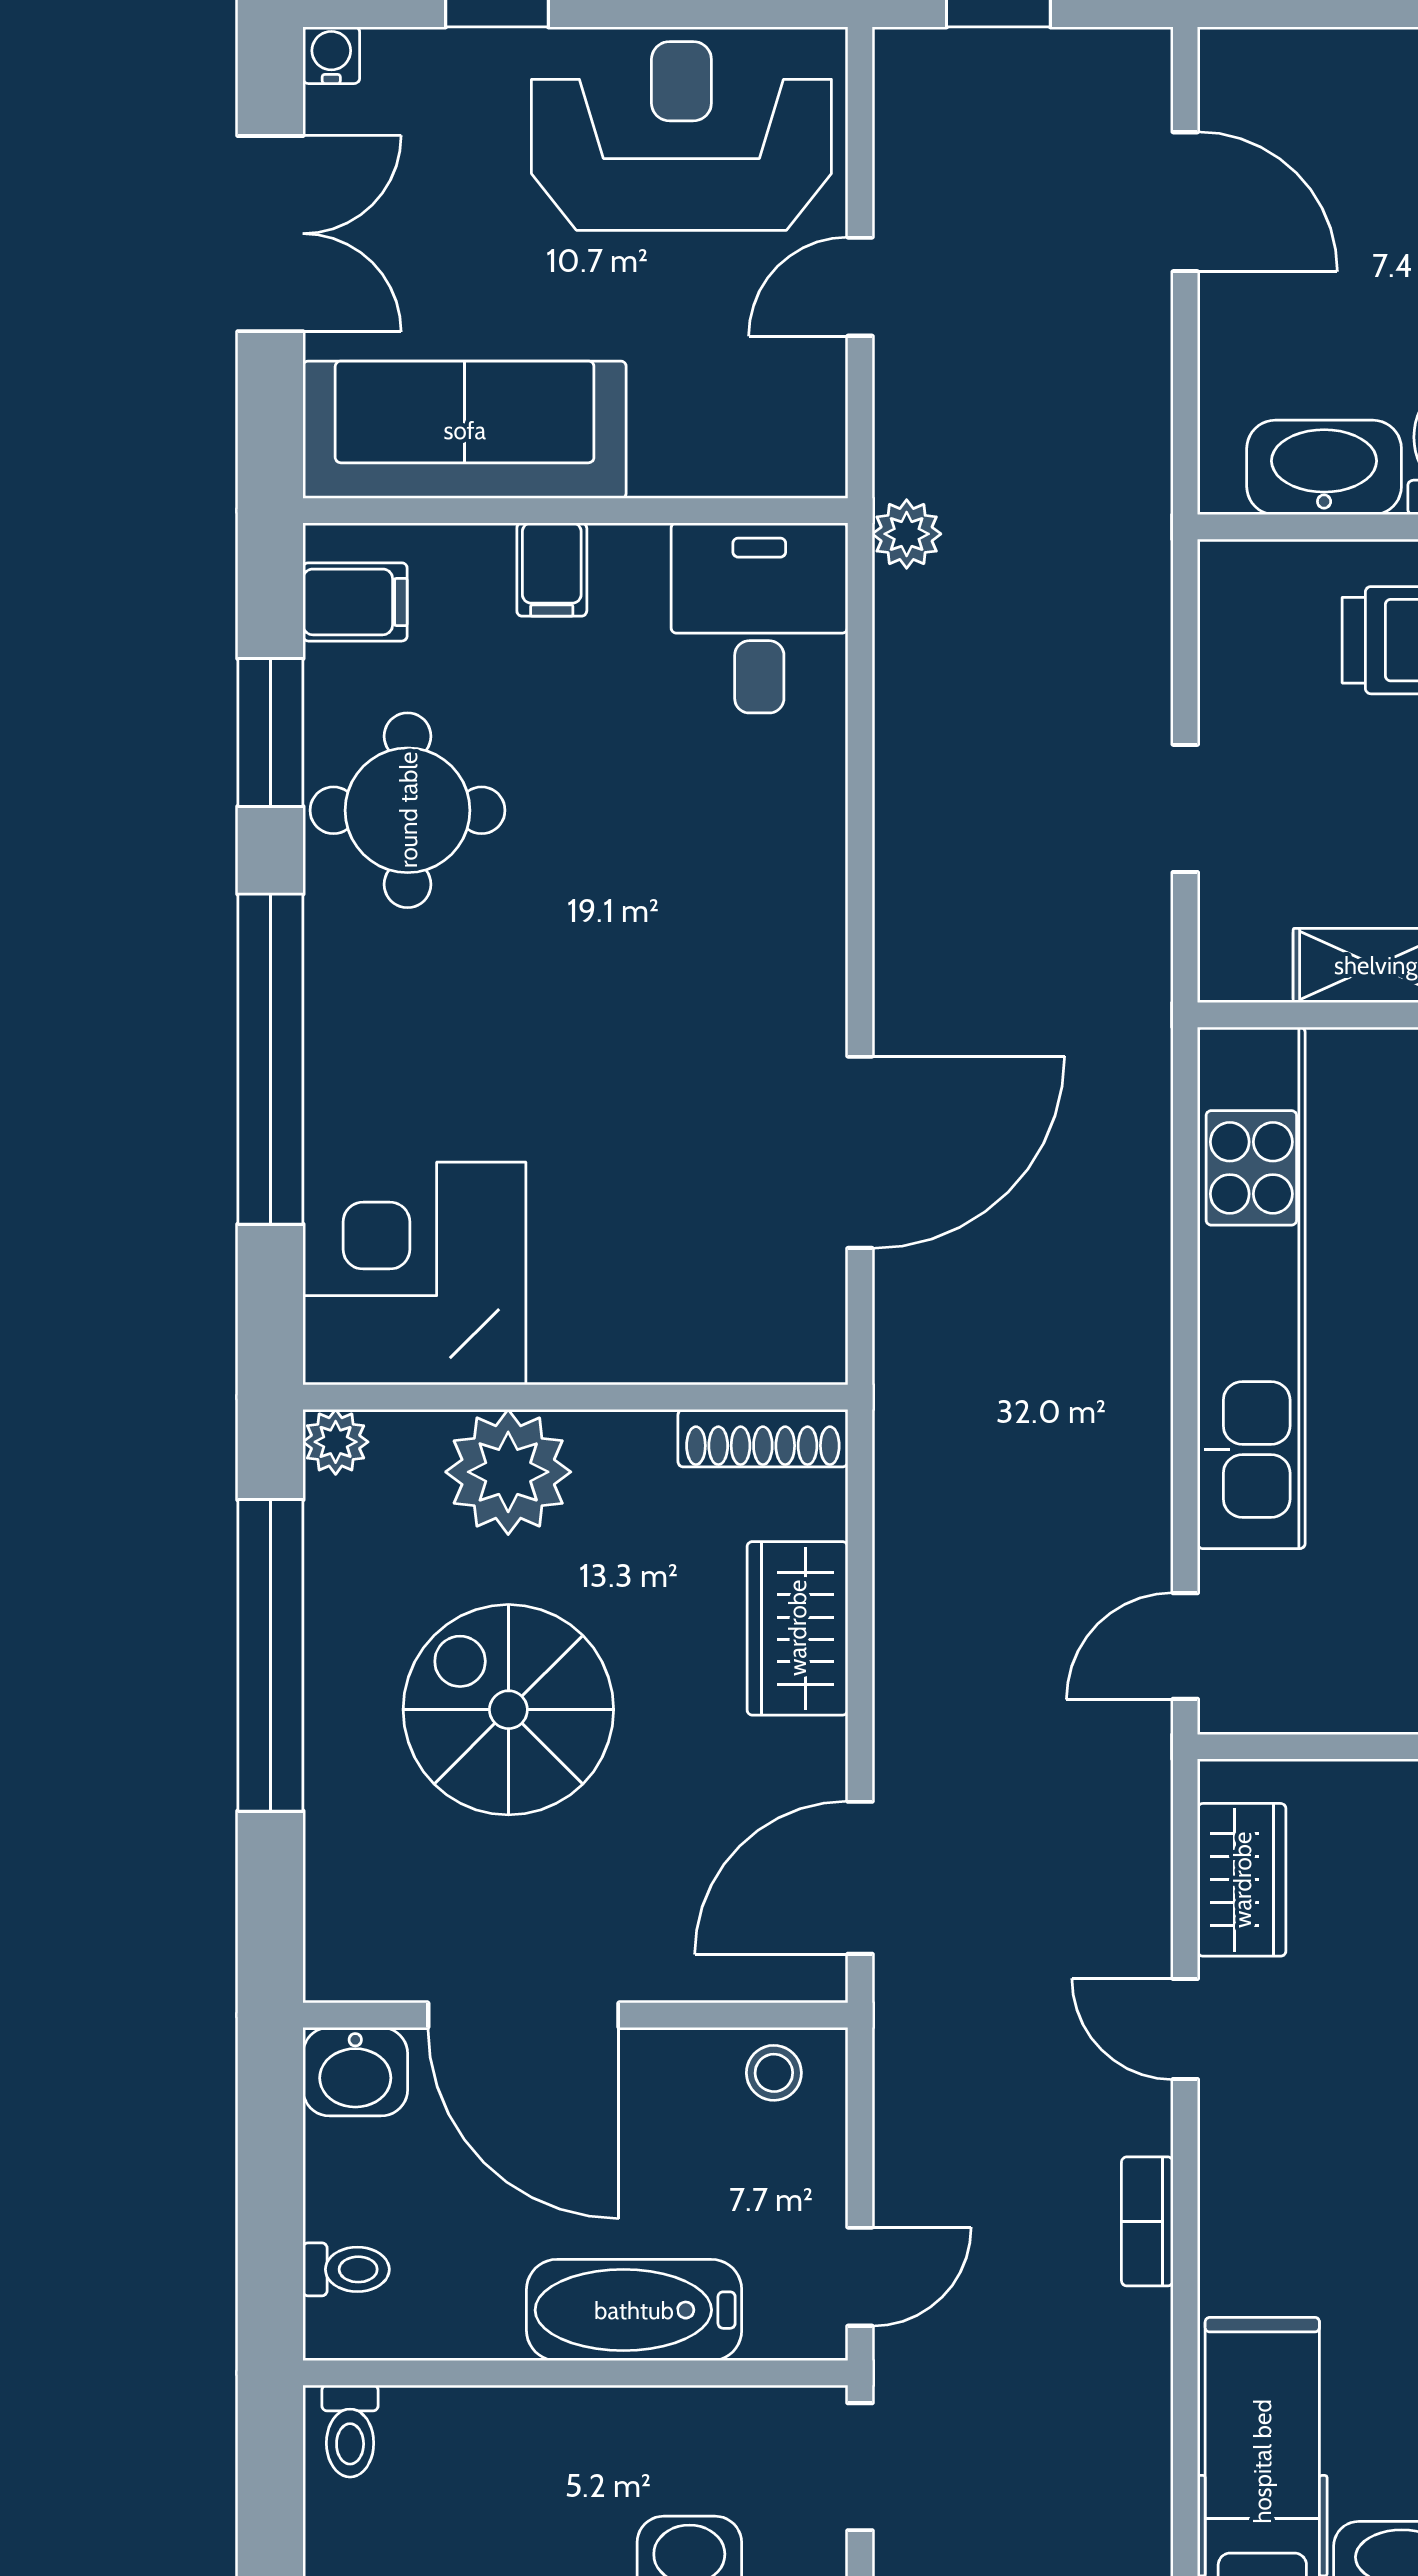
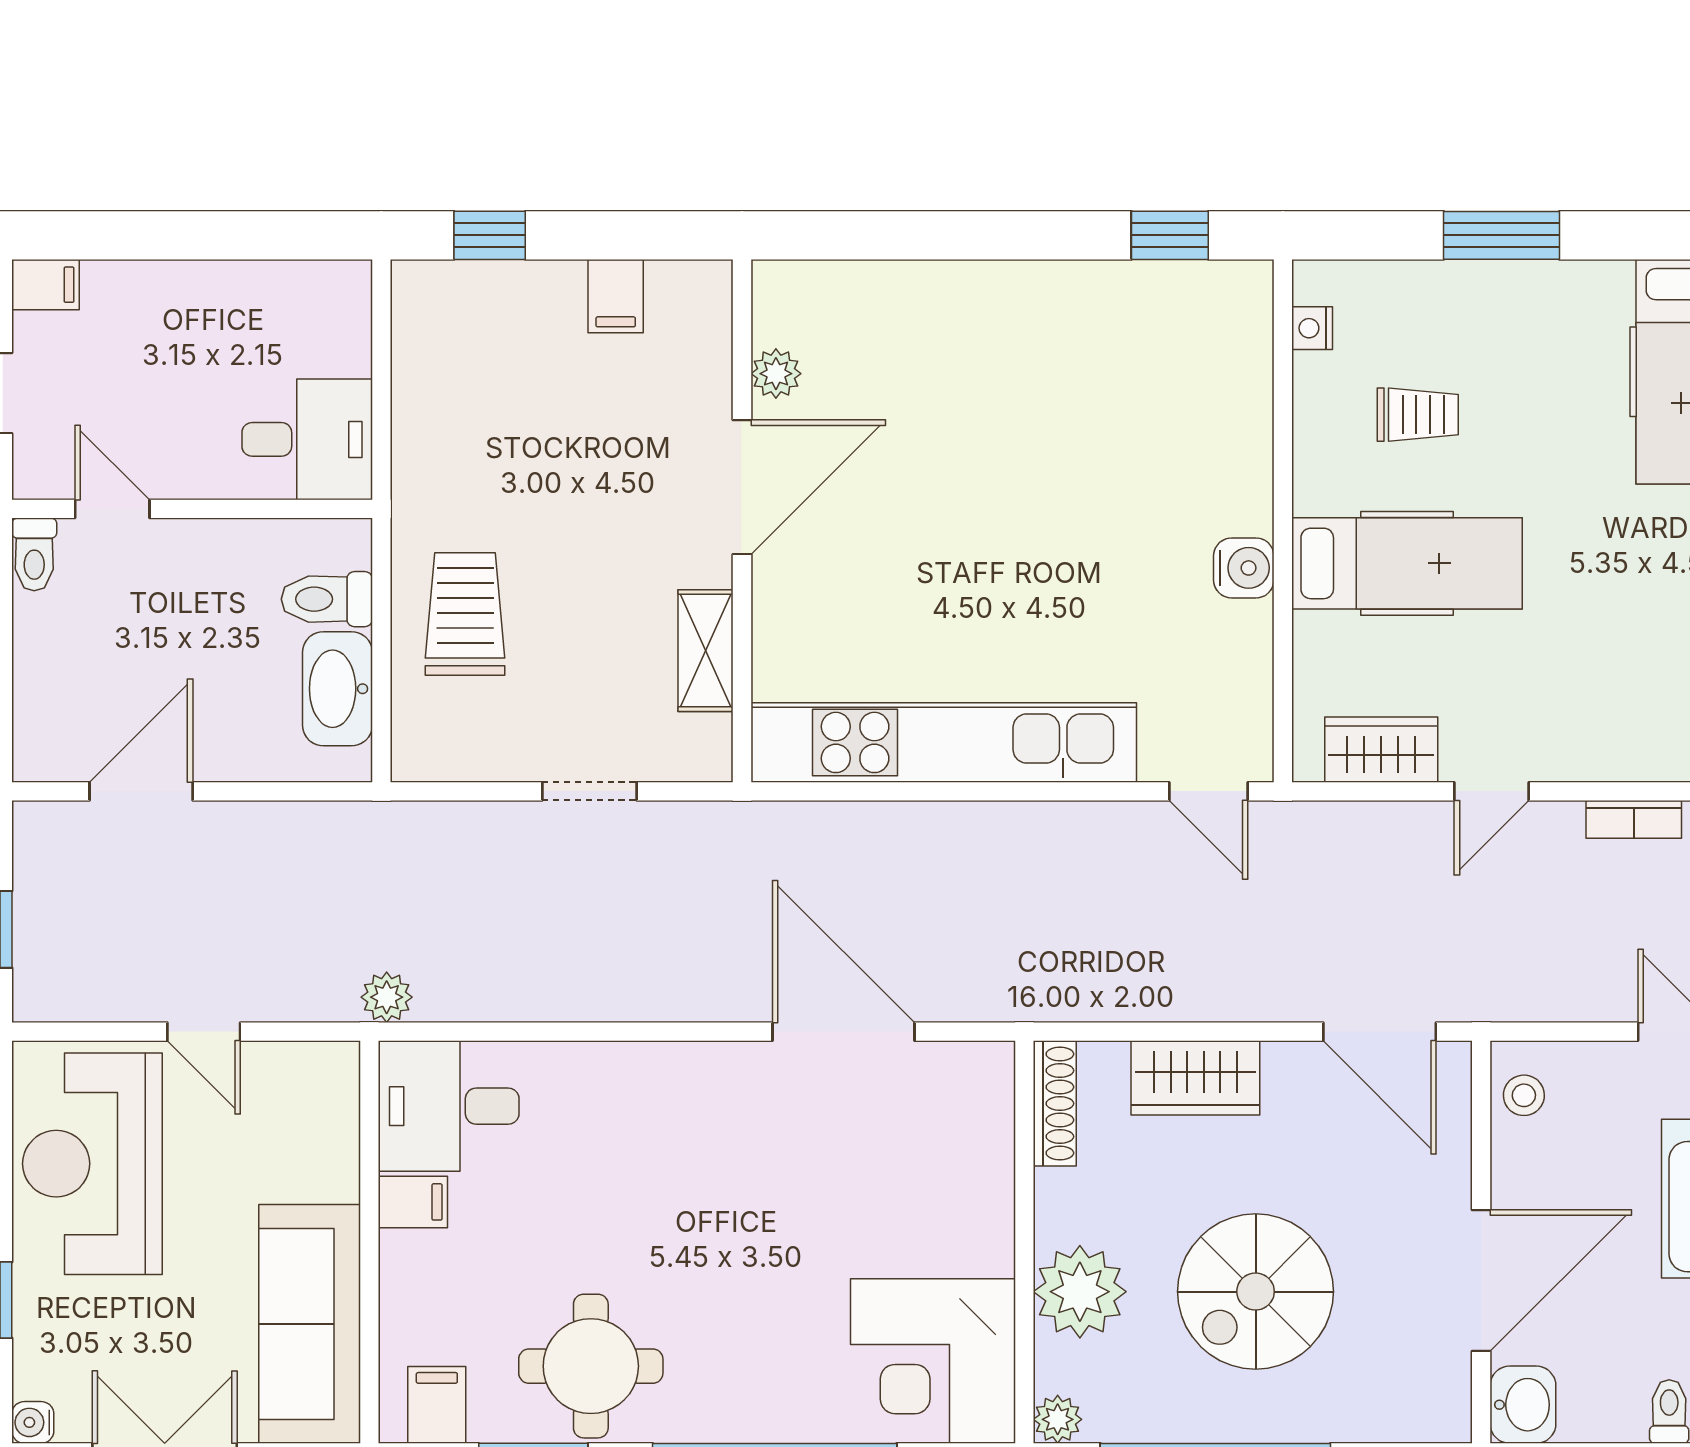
filing cabinet: (552, 570) -> (413, 1202), moved

